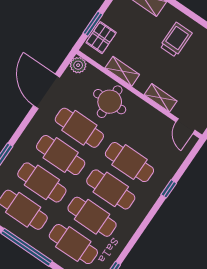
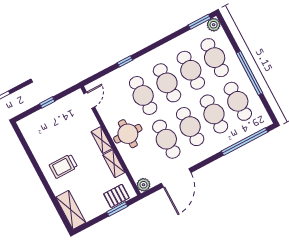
shelving: (161, 98) -> (102, 140), moved
round table: (110, 102) -> (128, 134), moved

